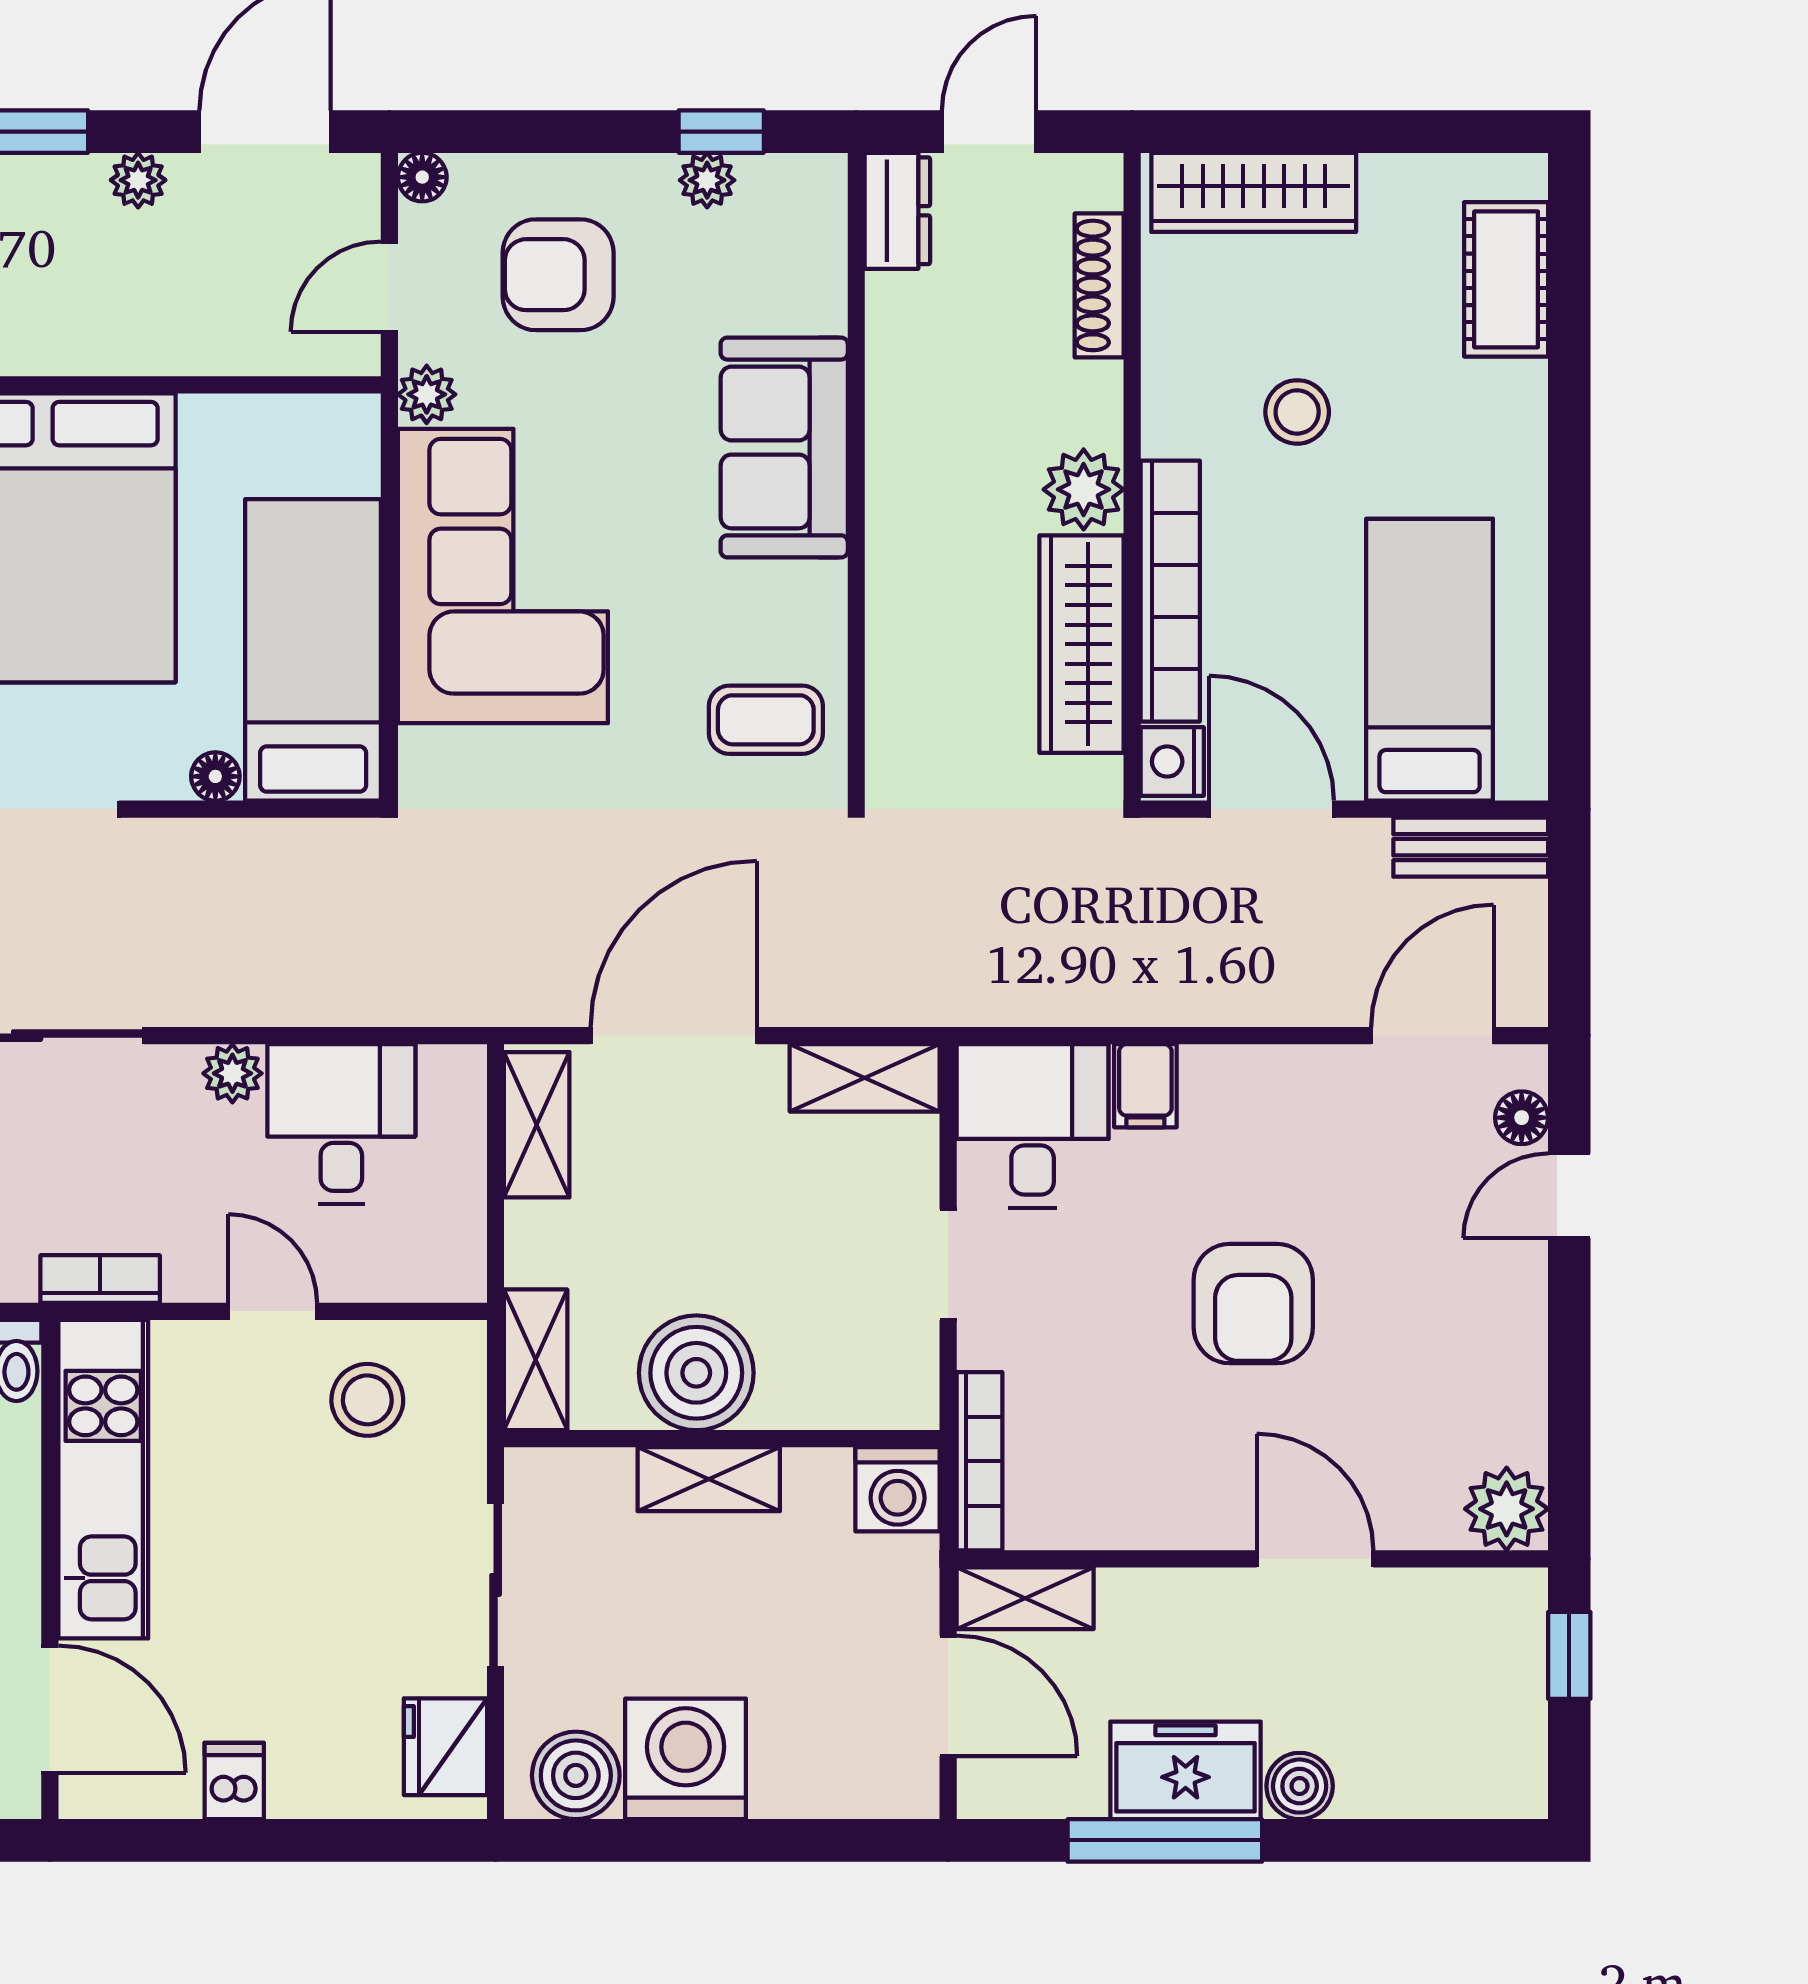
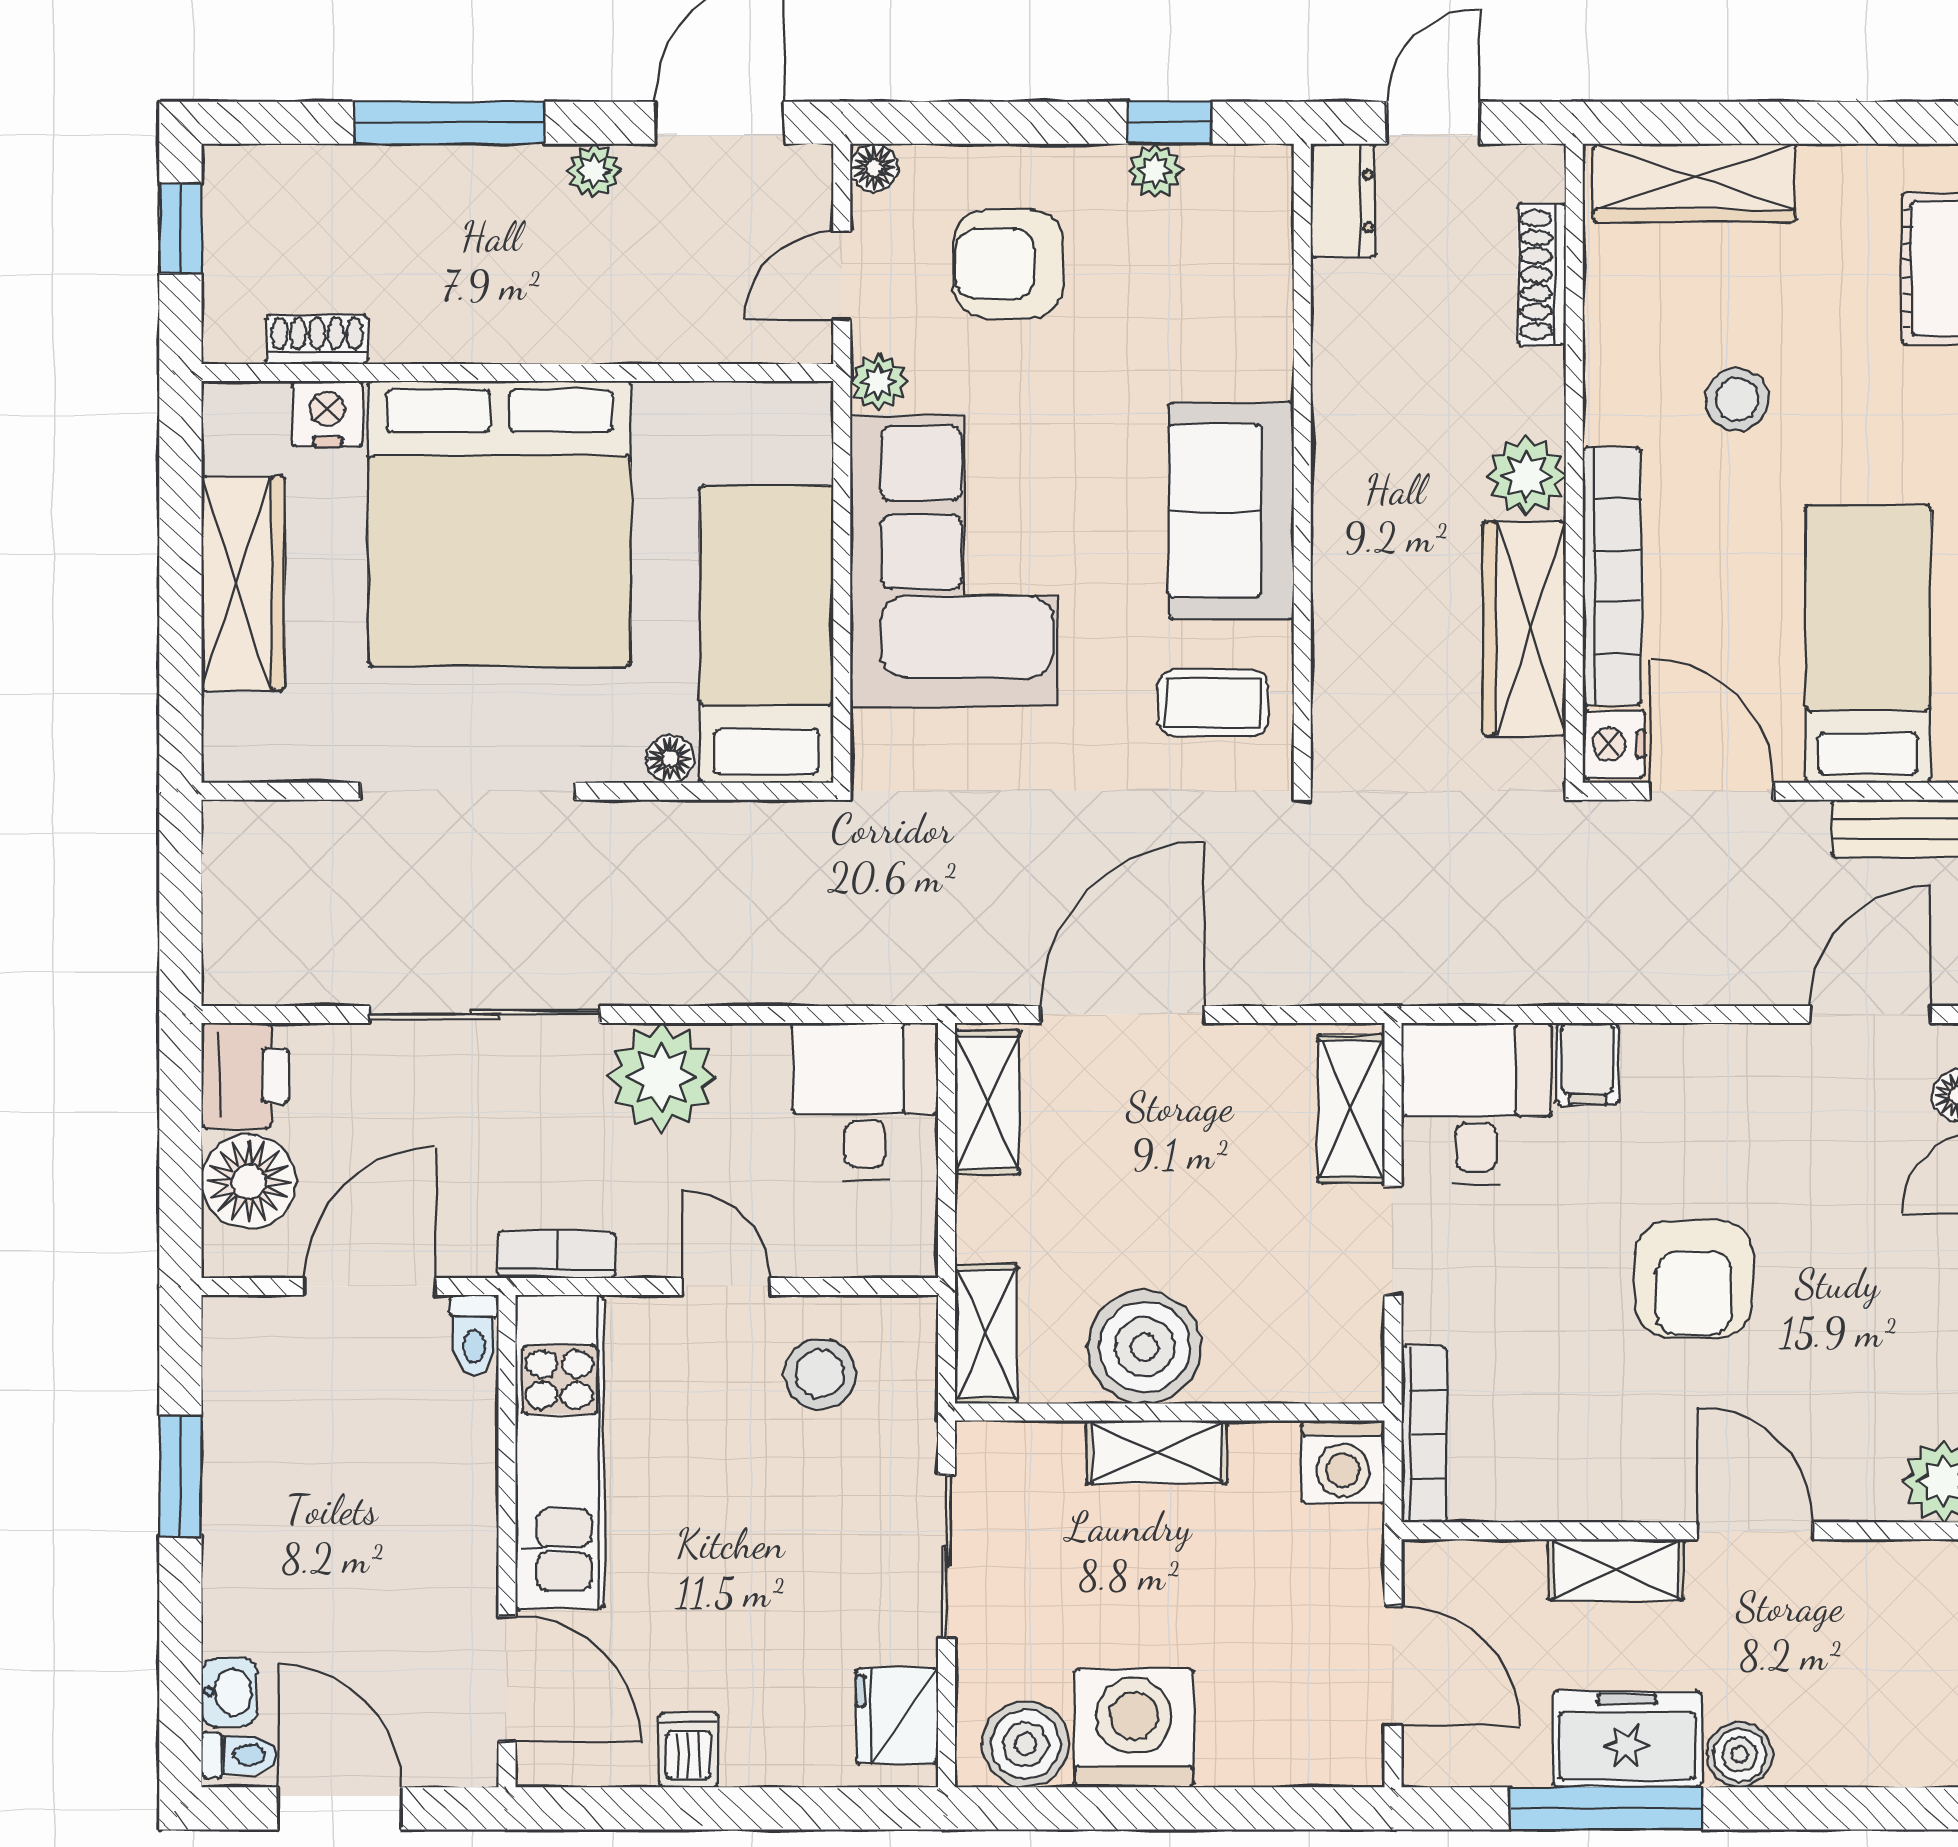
sofa: (784, 447) -> (1231, 511), moved
plant: (232, 1073) -> (662, 1077), width x1.88, depth x1.88
shelving: (865, 1078) -> (1351, 1109), moved, turned 90
desk: (341, 1124) -> (865, 1101), moved
shelving: (1025, 1598) -> (1616, 1569), moved

